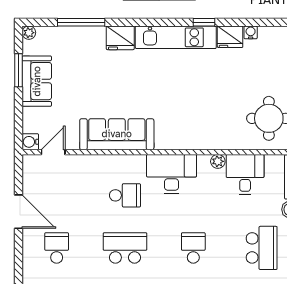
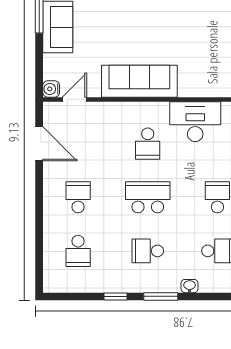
school desk: (125, 195) -> (148, 144), turned 90
door: (18, 212) -> (39, 144), moved

